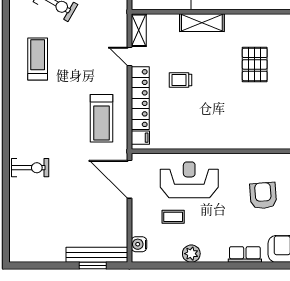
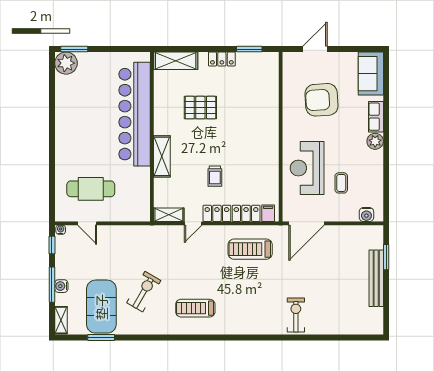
treadmill: (101, 118) -> (250, 249), turned 180
armchair: (263, 196) -> (322, 100), width x1.36, depth x1.36
plant: (191, 254) -> (375, 141), moved
bench: (97, 255) -> (376, 278), moved

